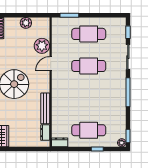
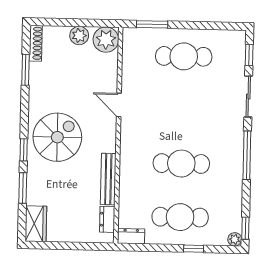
plant: (42, 46) -> (106, 40), moved
door: (51, 64) -> (119, 105), hinge flipped
cafe table: (89, 66) -> (181, 164), moved

